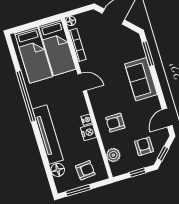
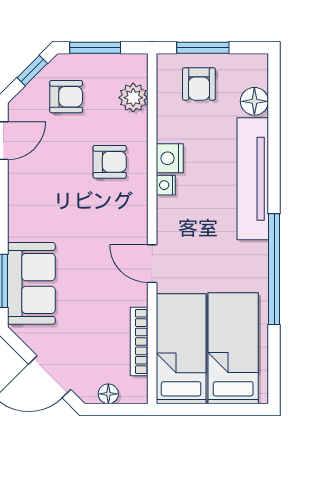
floor lamp: (71, 21) -> (108, 394), moved
sofa: (141, 79) -> (31, 283), moved
armchair: (144, 146) -> (66, 97), turned -90
armchair: (85, 170) -> (199, 84), turned -85
window: (137, 173) -> (95, 48), width x1.50
window: (78, 190) -> (203, 48), moved

